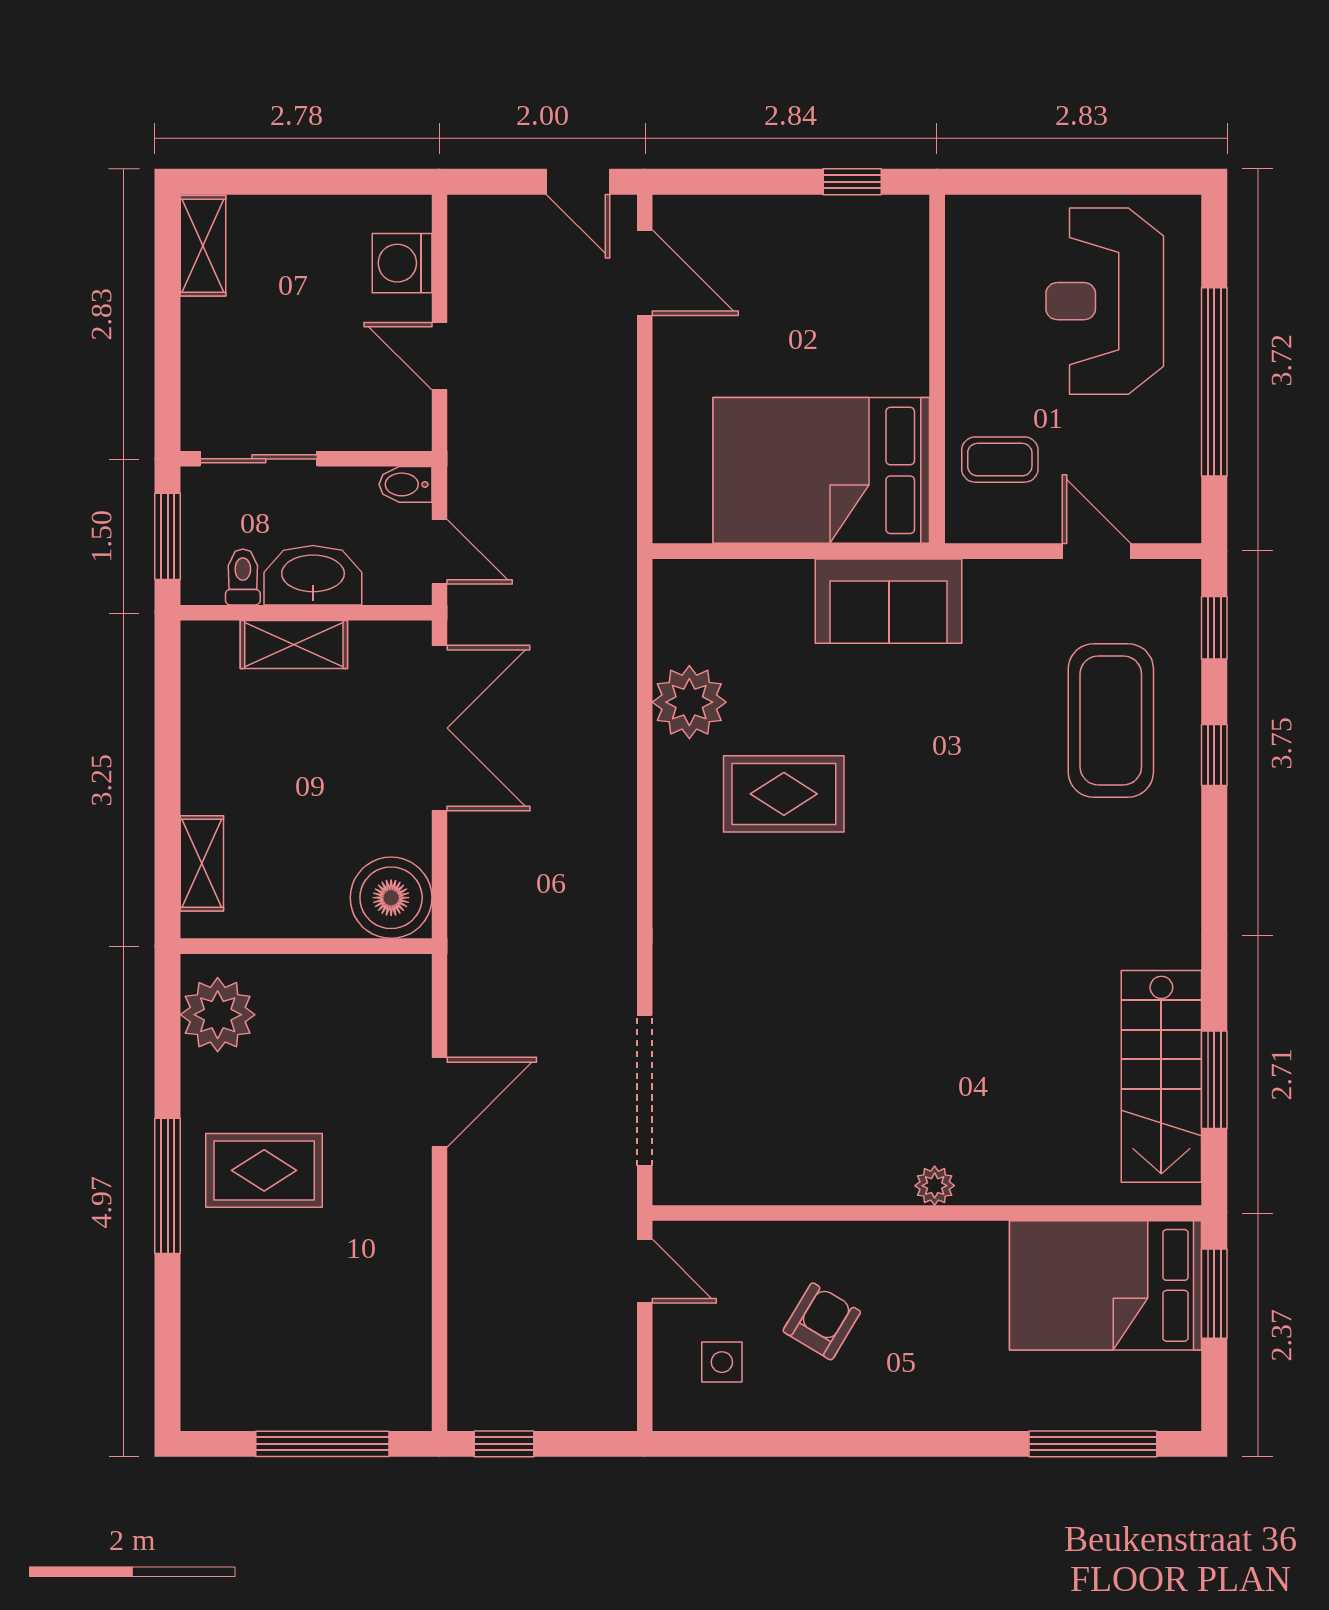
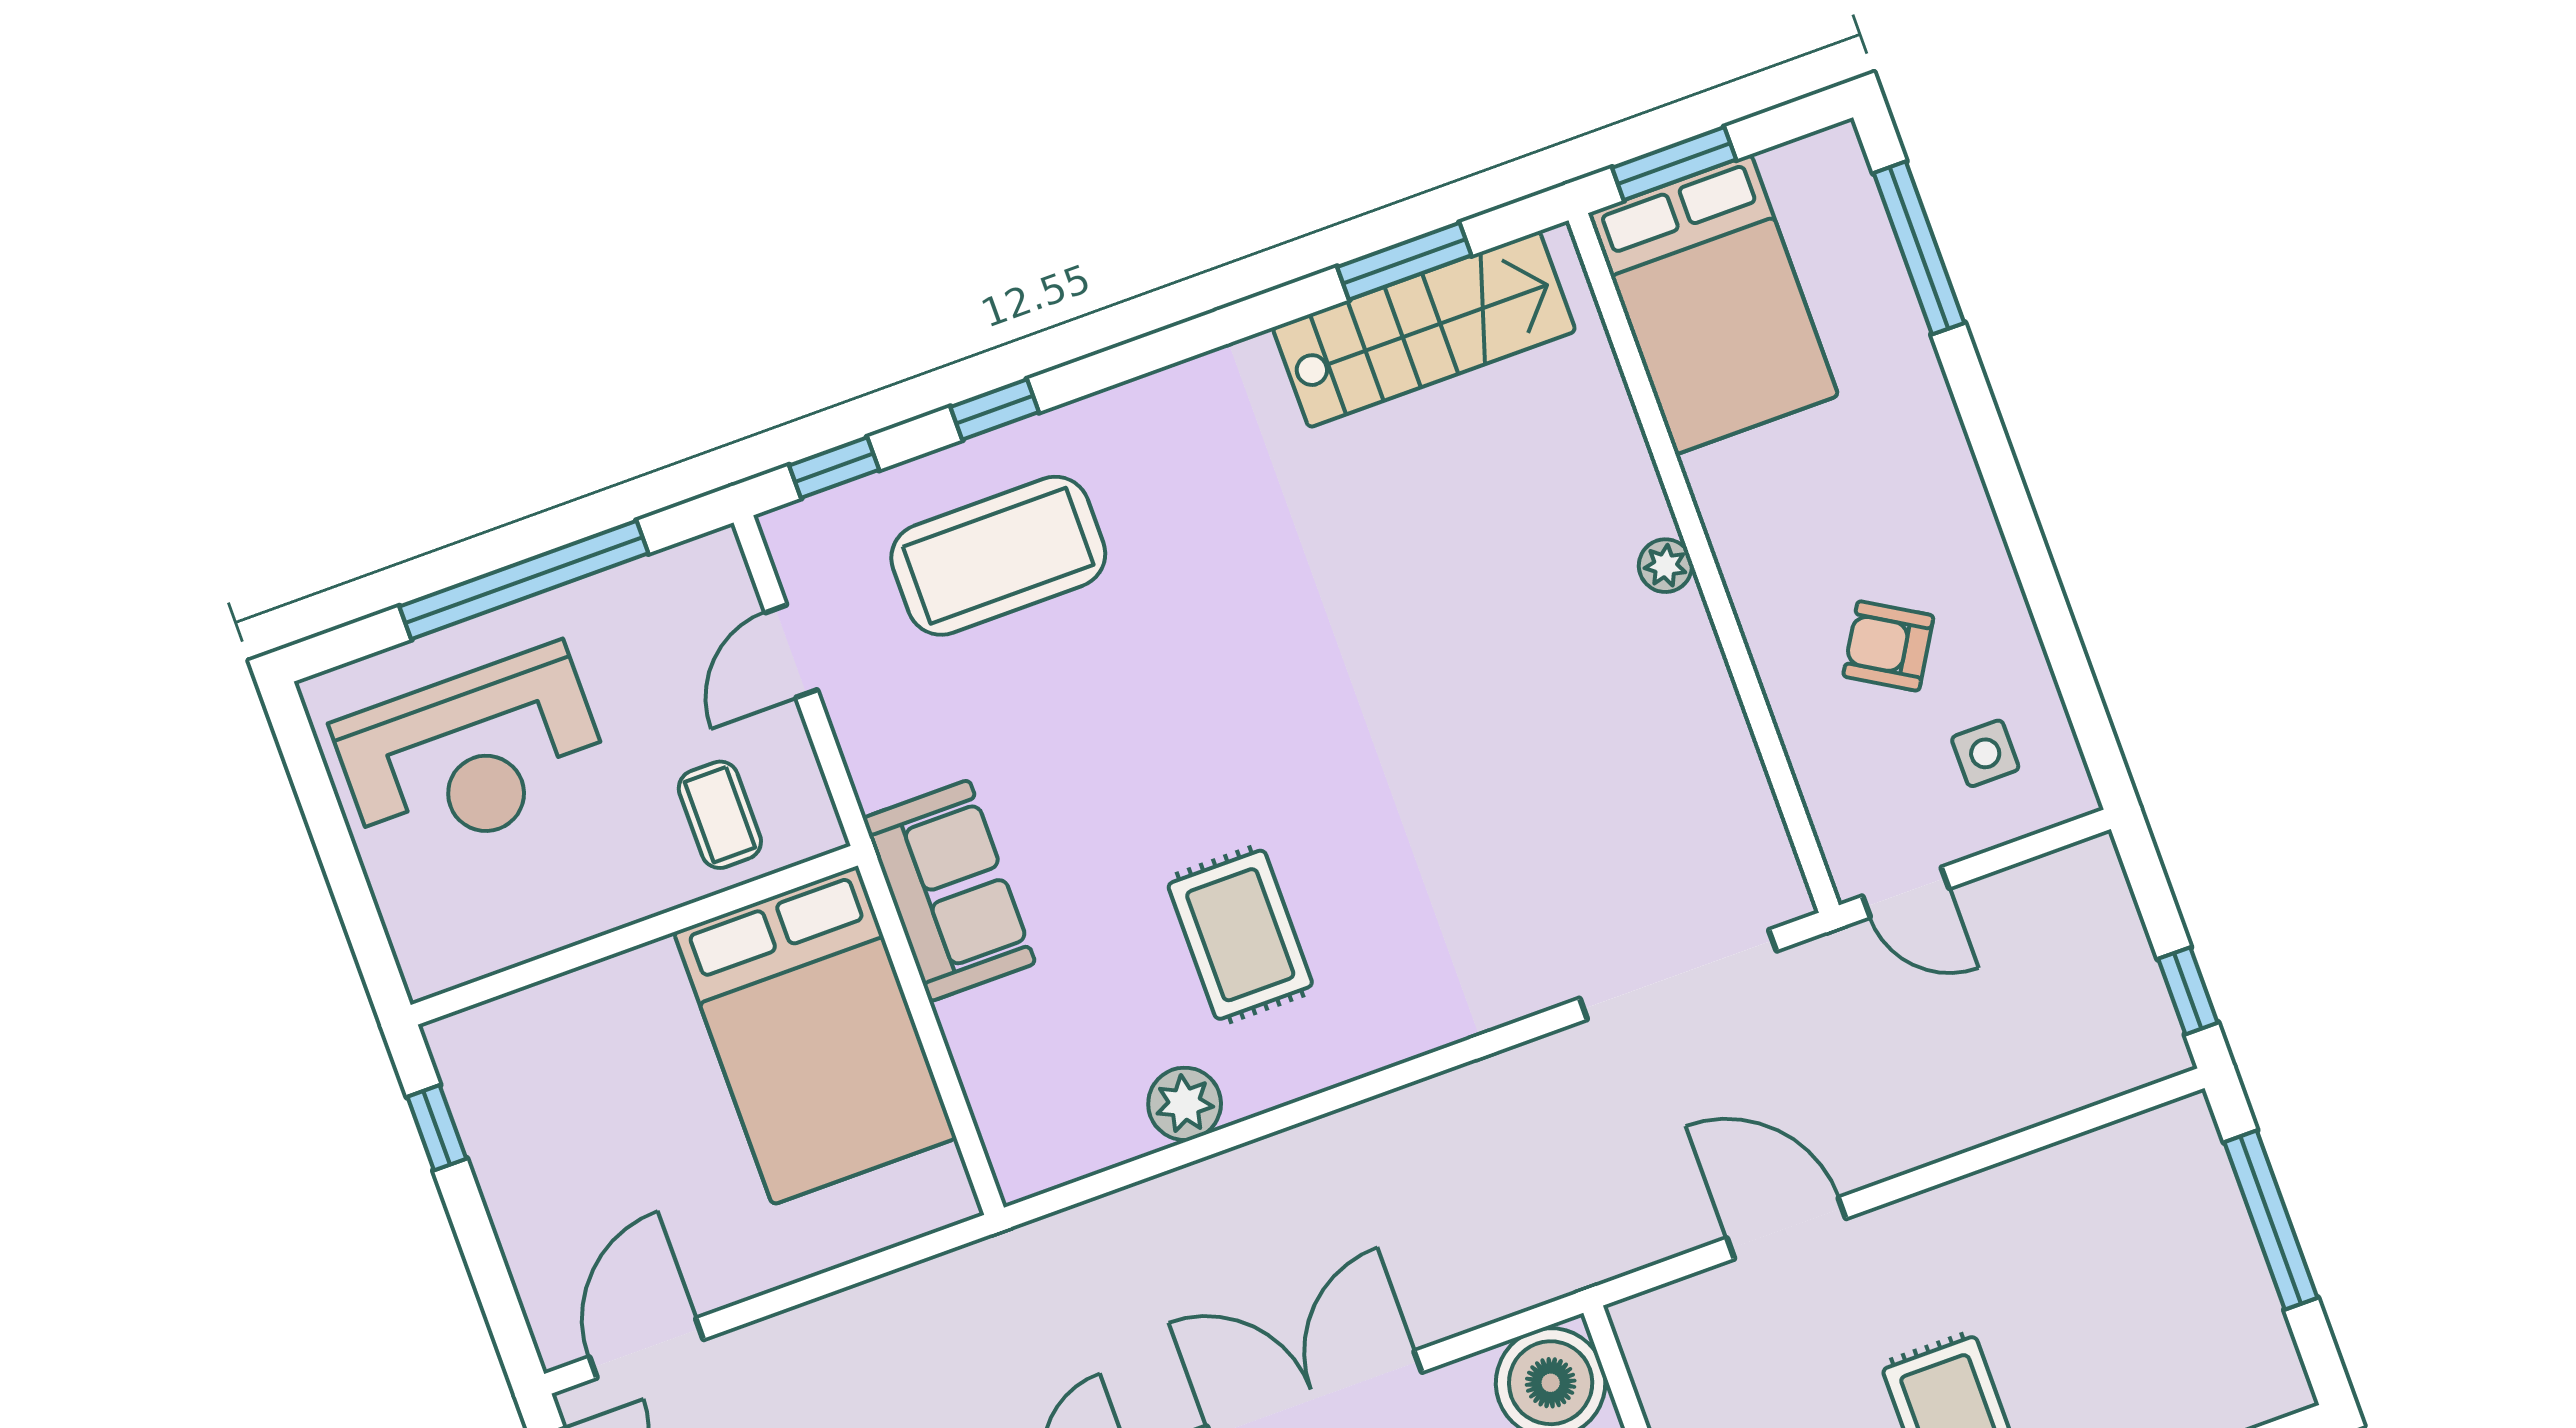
plant: (689, 702) -> (1185, 1104), width x0.73, depth x0.73
door: (645, 1271) -> (1906, 892), swing flipped

